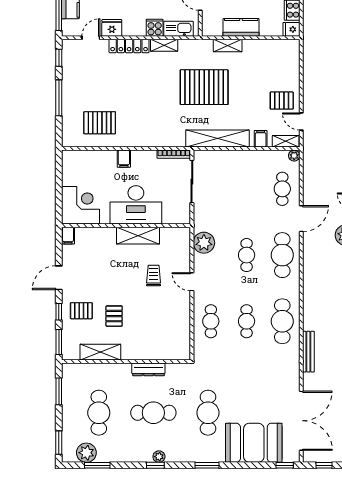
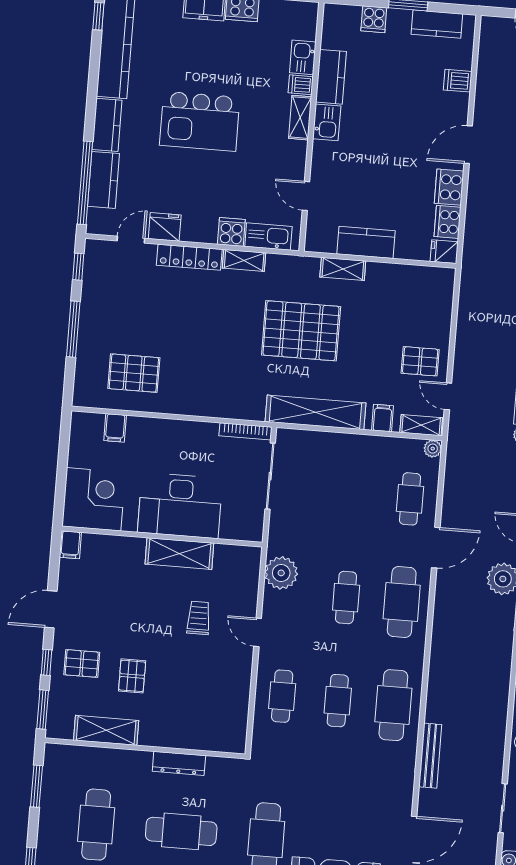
filing cabinet: (124, 159) -> (115, 428), moved

